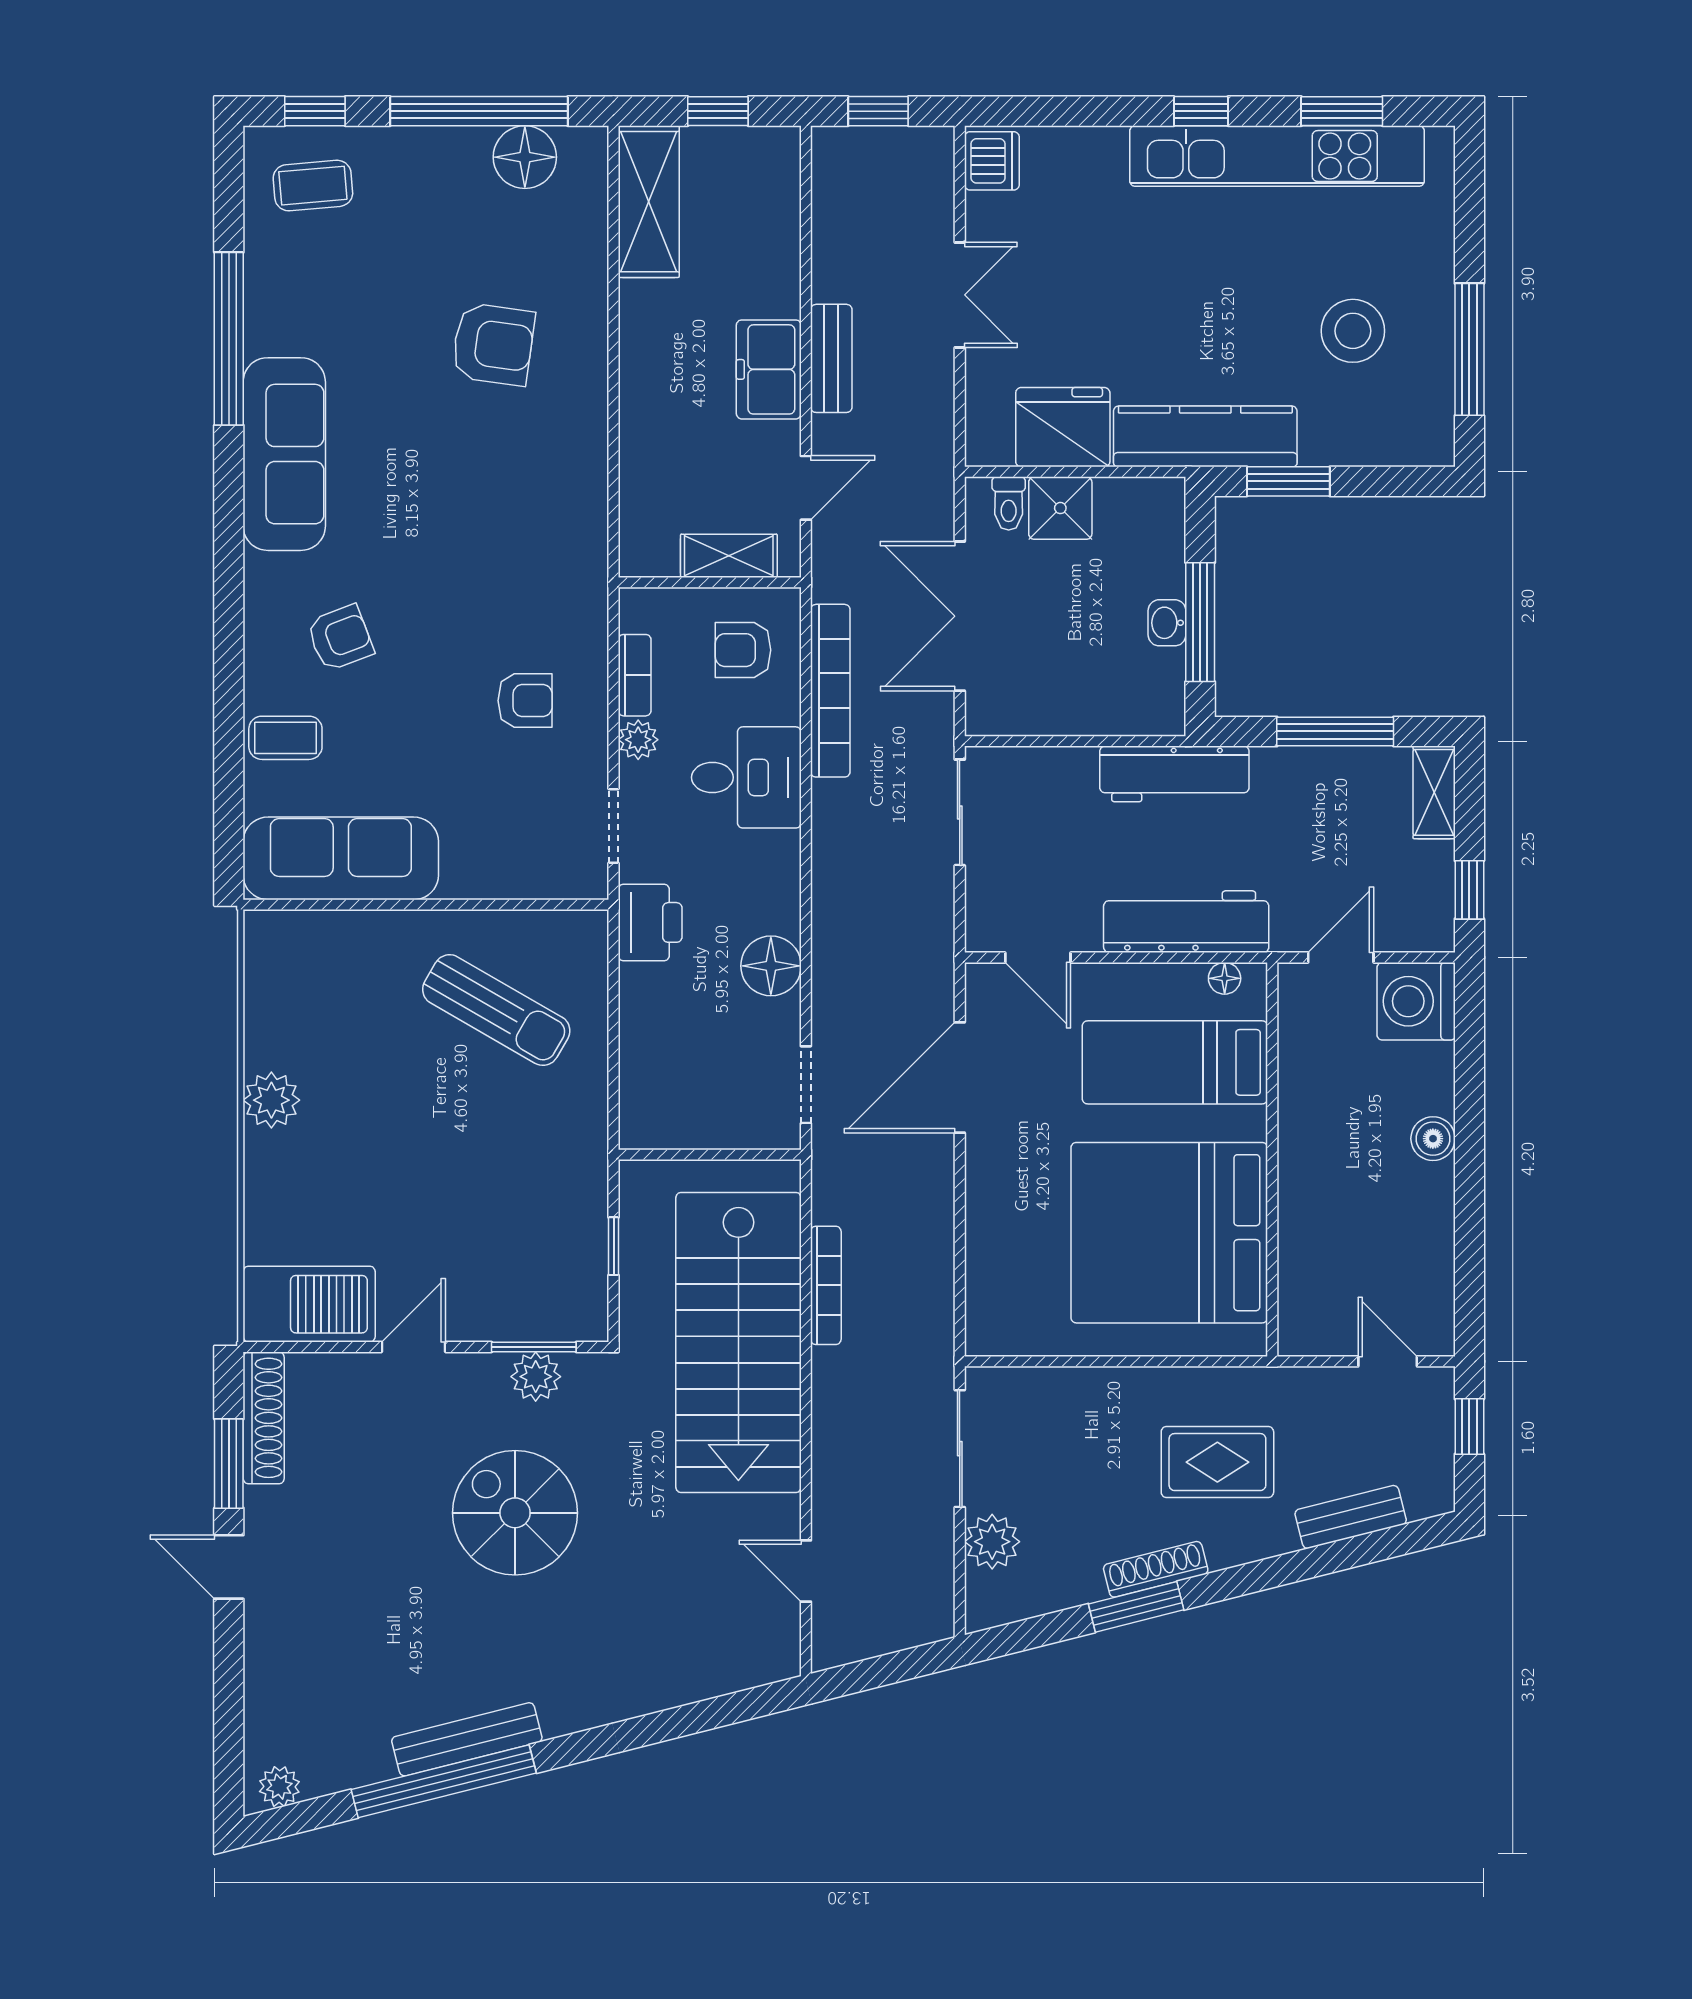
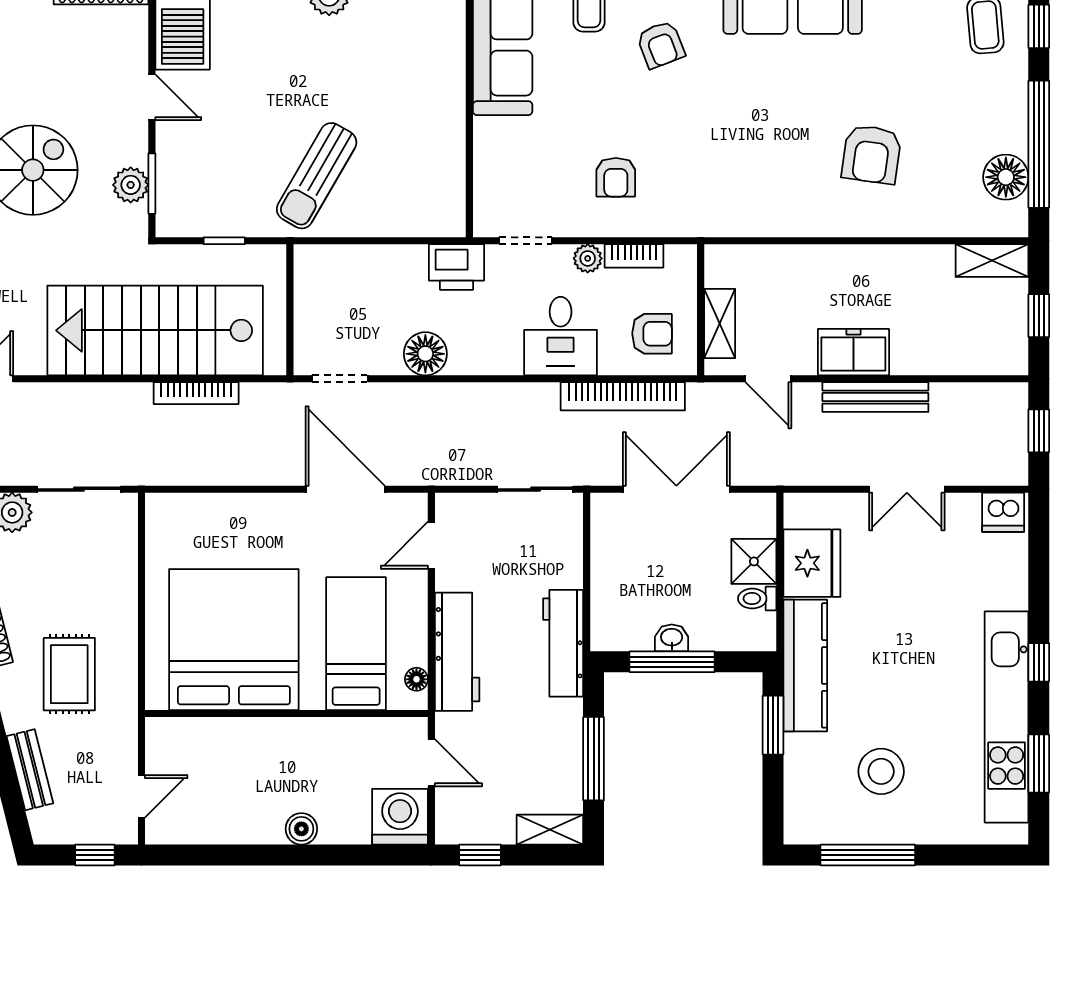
shelving: (649, 202) -> (992, 261), width x0.67, depth x0.75
bench: (831, 358) -> (875, 397), width x1.36
toilet: (1009, 503) -> (757, 599), moved
armchair: (743, 650) -> (652, 334), turned 90
sun lounger: (496, 1010) -> (317, 176), moved

